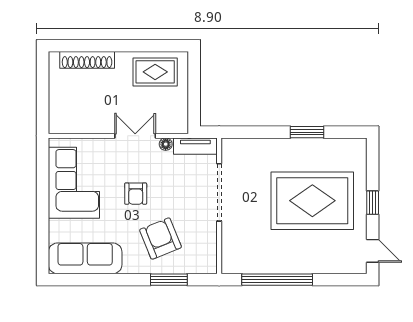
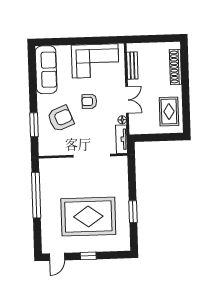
bench: (83, 126) -> (132, 66), added
rug: (312, 201) -> (88, 217), turned 90

